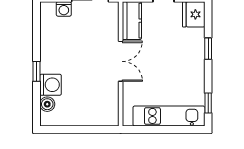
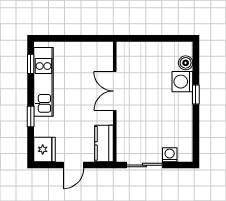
double door: (121, 61) -> (115, 91), moved
kitchen unit: (169, 116) -> (43, 82), moved, turned -90

